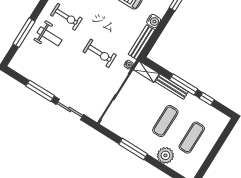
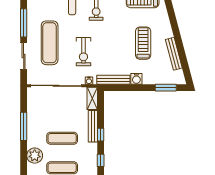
exercise mat: (73, 79) -> (50, 43), added
window: (184, 84) -> (101, 135), width x0.46

